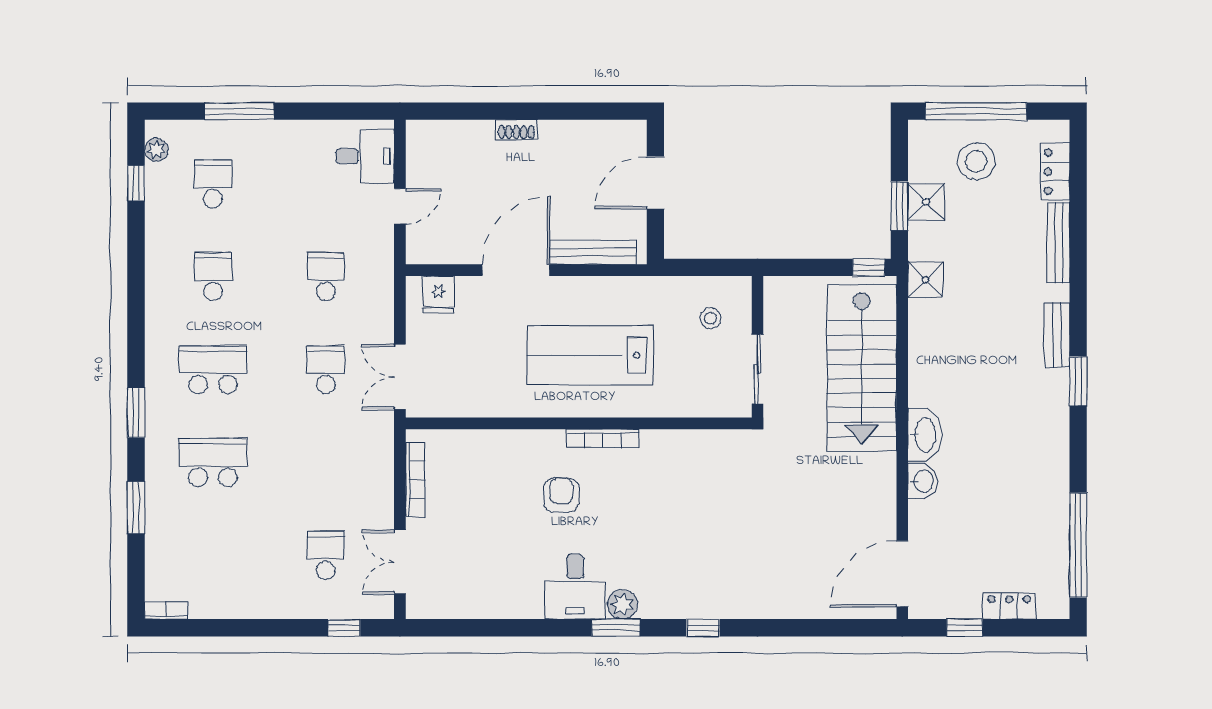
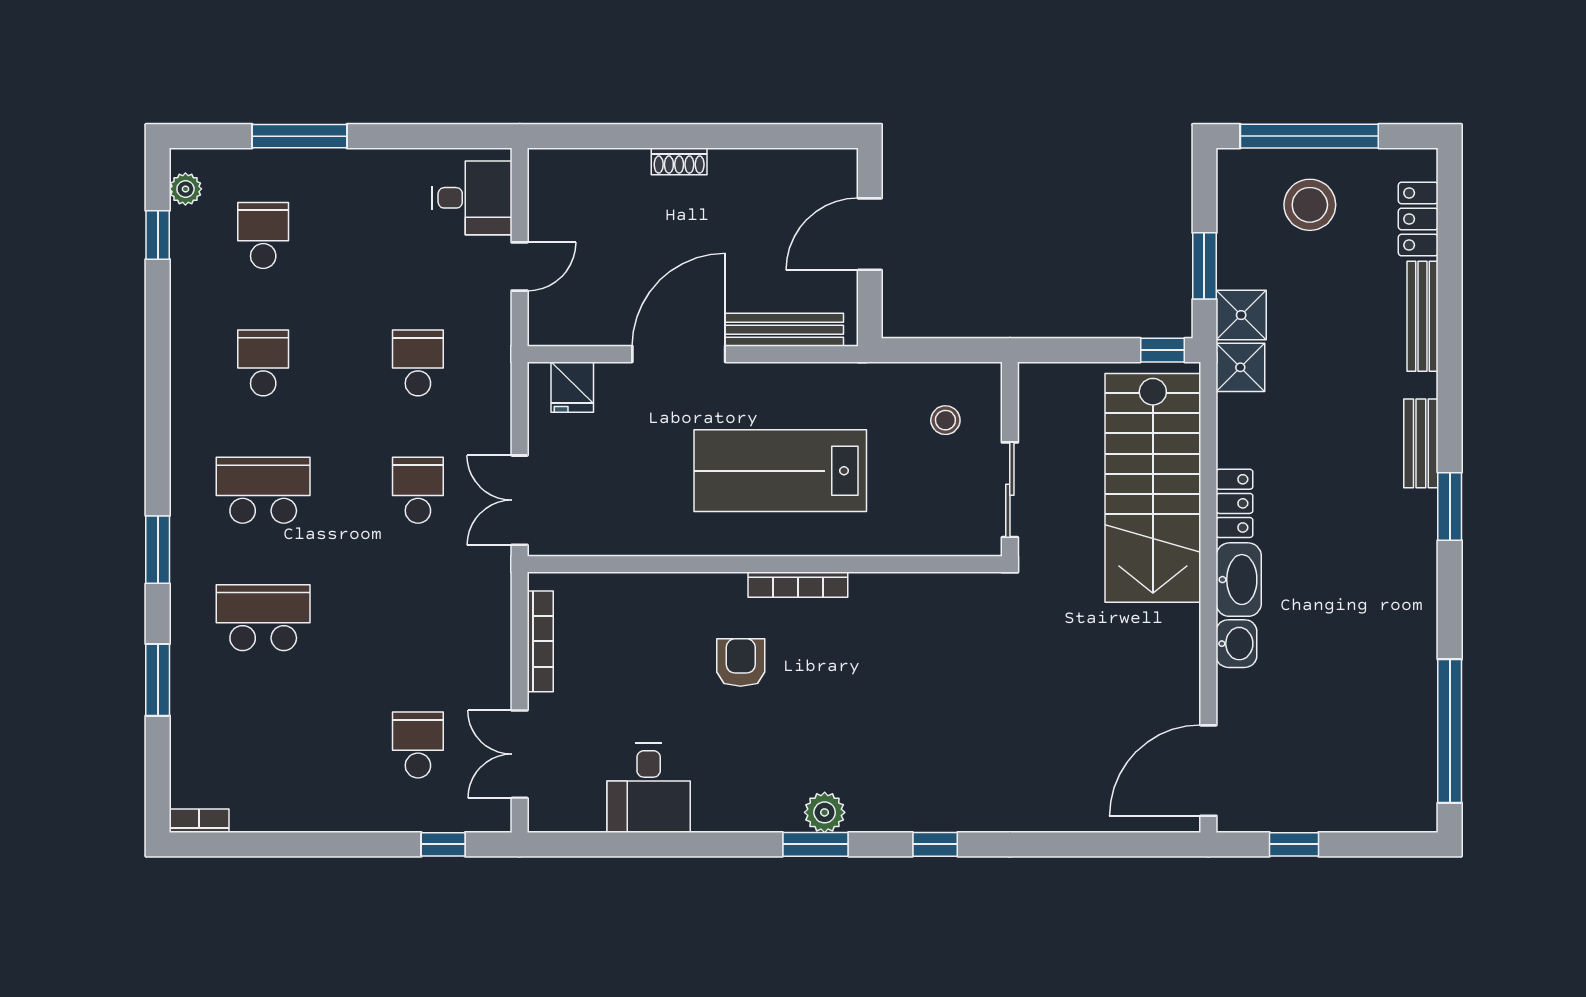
shower: (926, 202) -> (1241, 315), moved
desk: (575, 587) -> (649, 788), moved
locker: (1009, 606) -> (1234, 503), moved, turned 90

